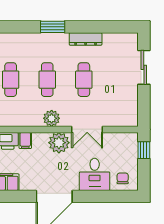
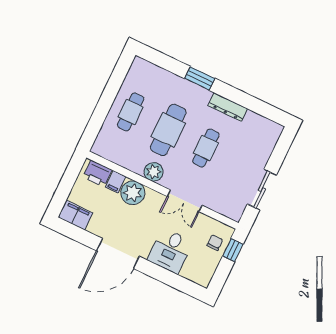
sliding door: (144, 67) -> (262, 190), moved
cafe table: (47, 80) -> (168, 130), width x1.37, depth x1.35
plant: (59, 143) -> (133, 193), moved
chair: (123, 178) -> (215, 243), moved

